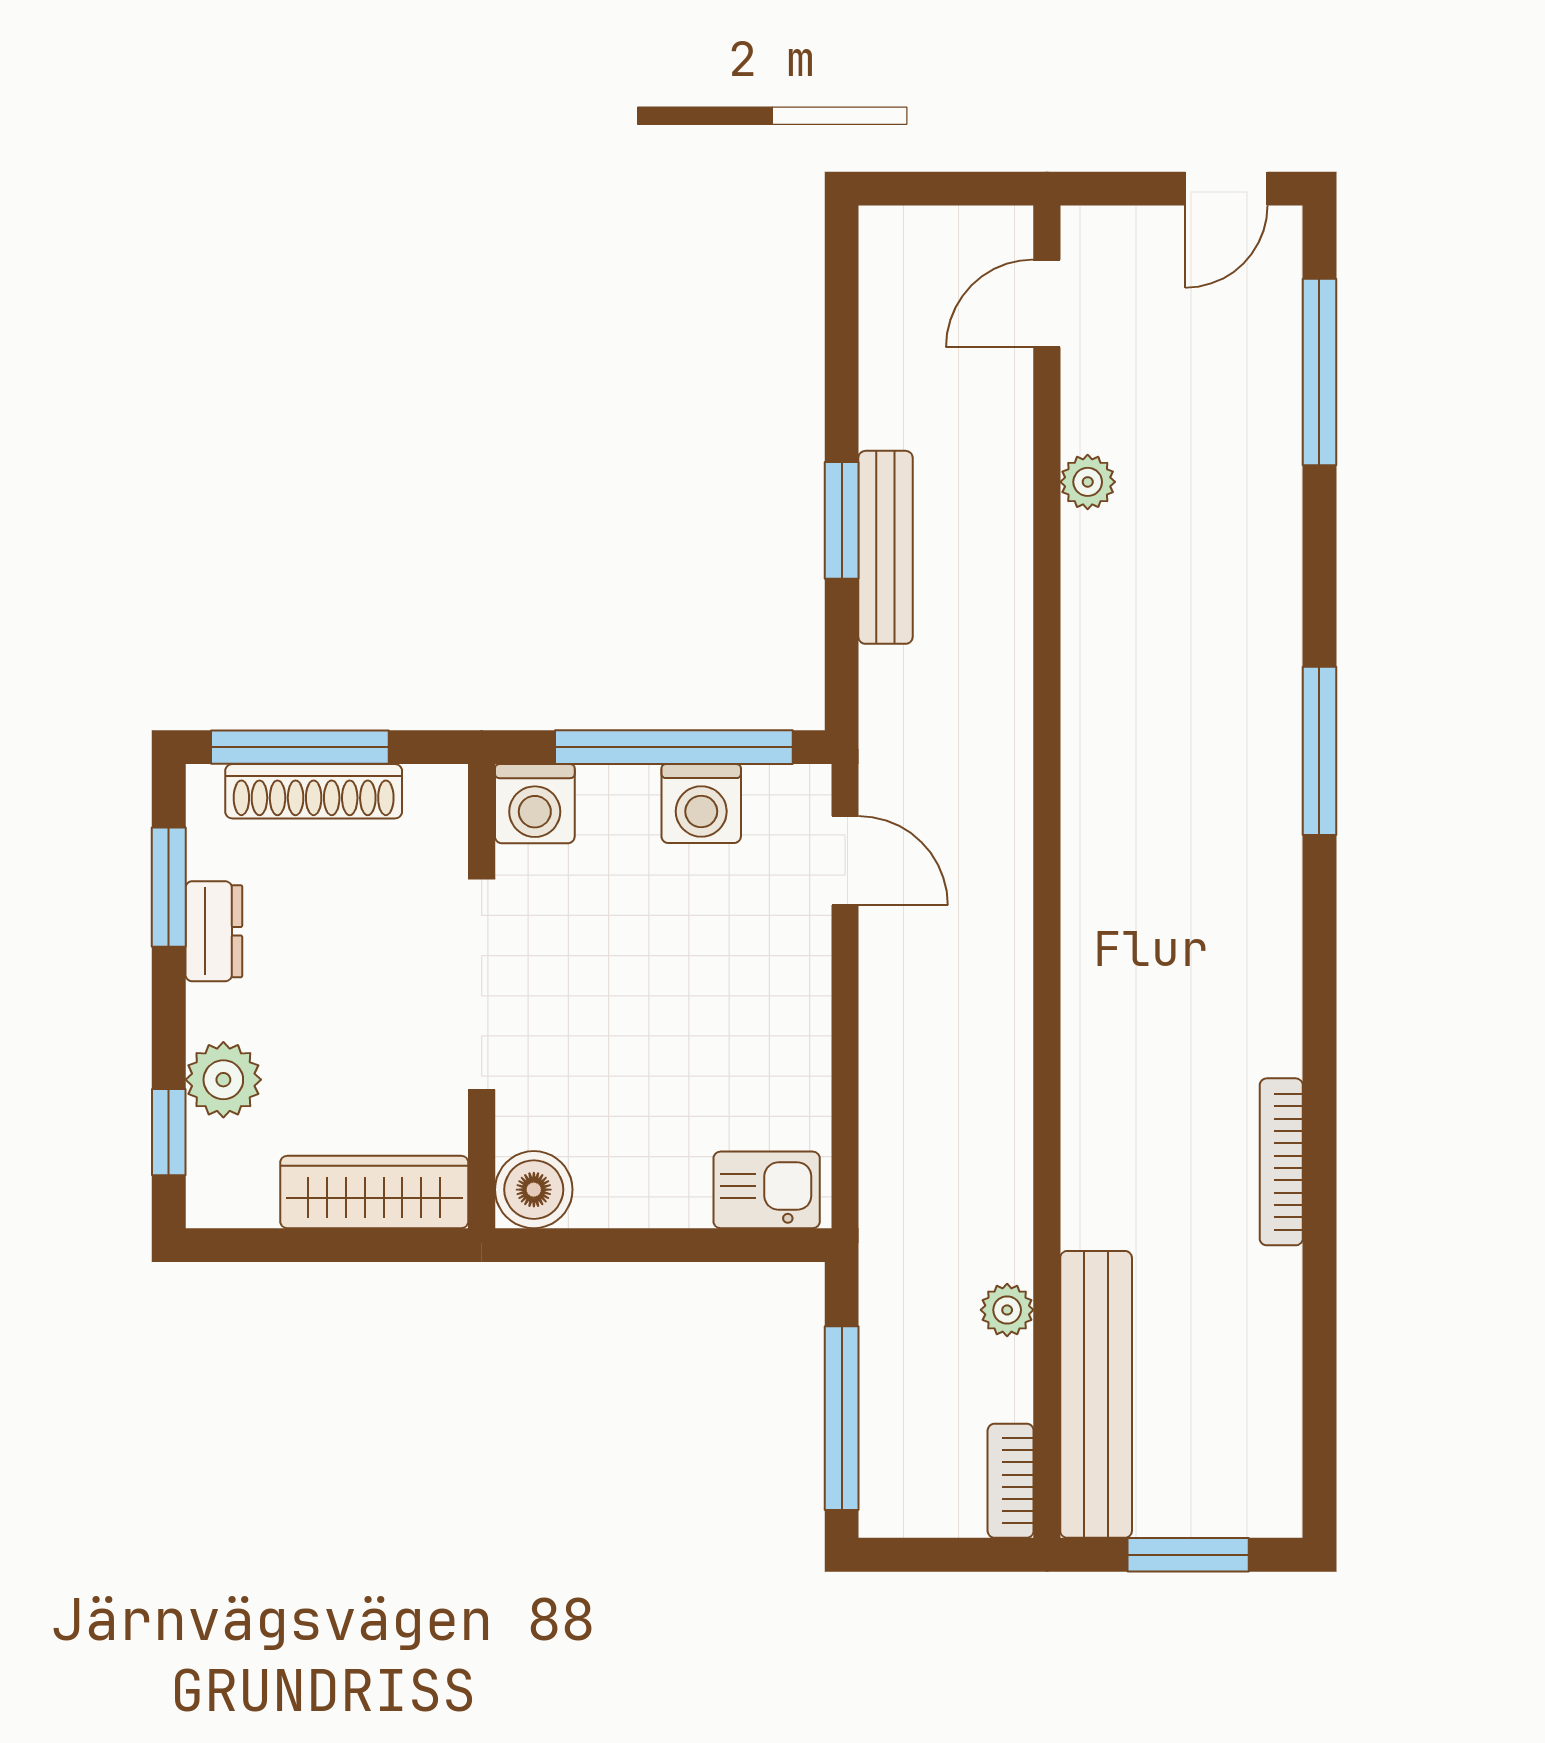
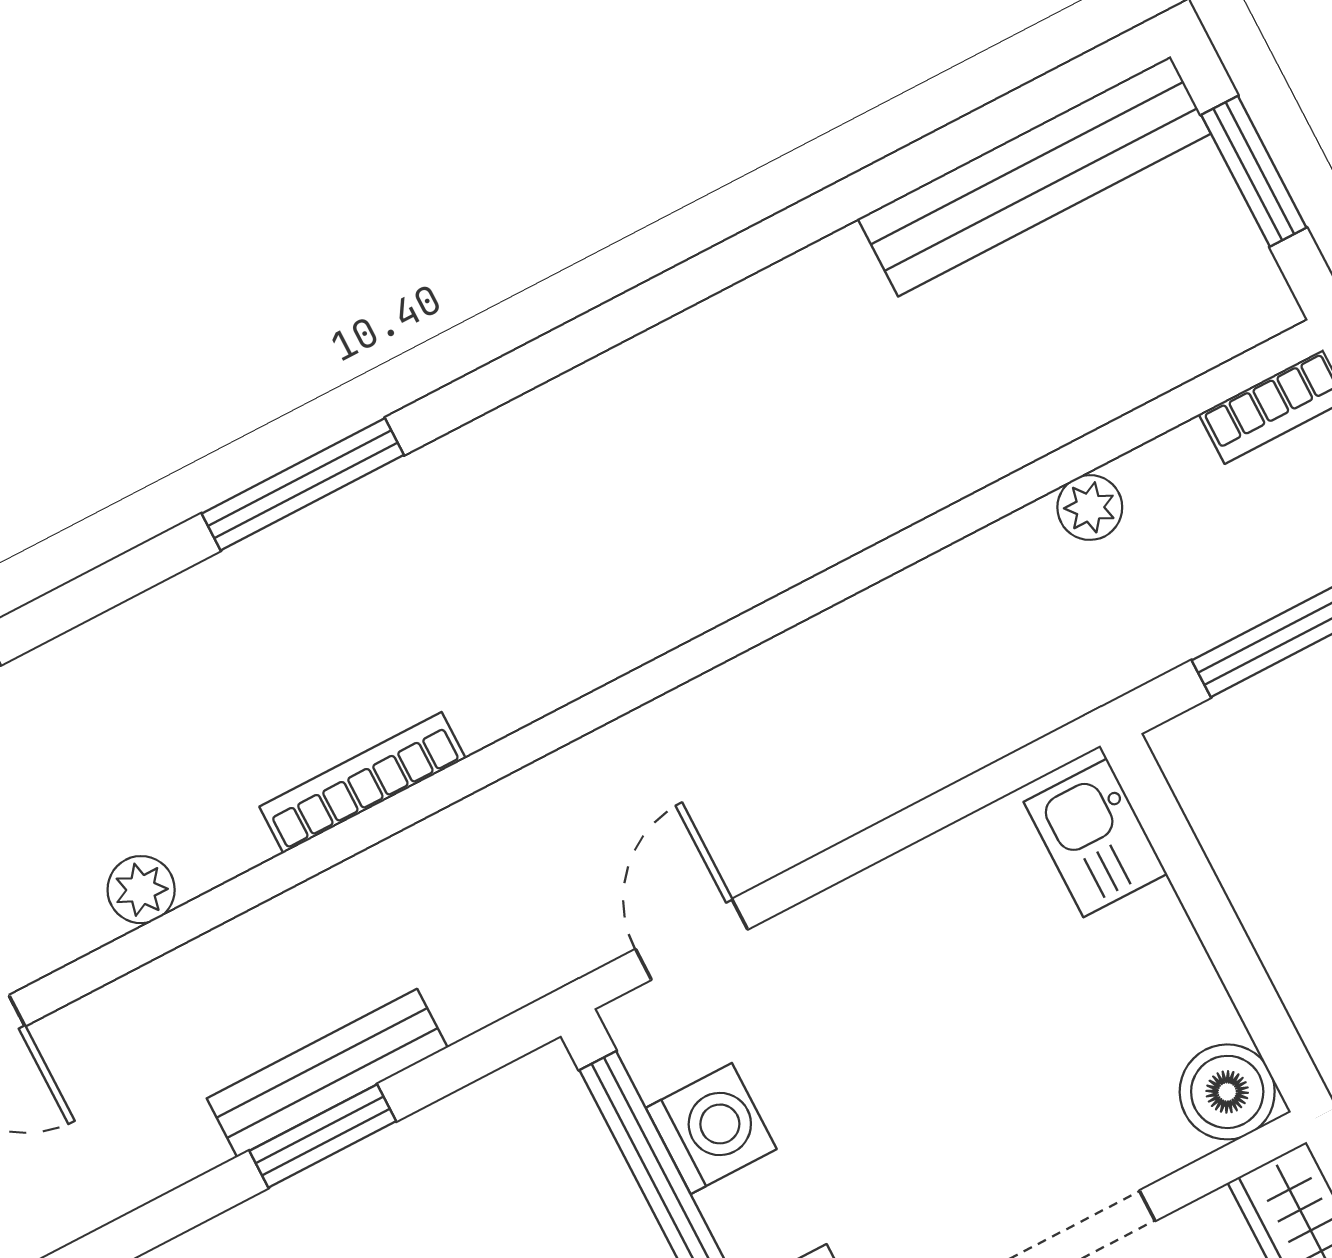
bookcase: (1281, 1162) -> (362, 783), moved, turned 180
bench: (1096, 1394) -> (1034, 176), moved

